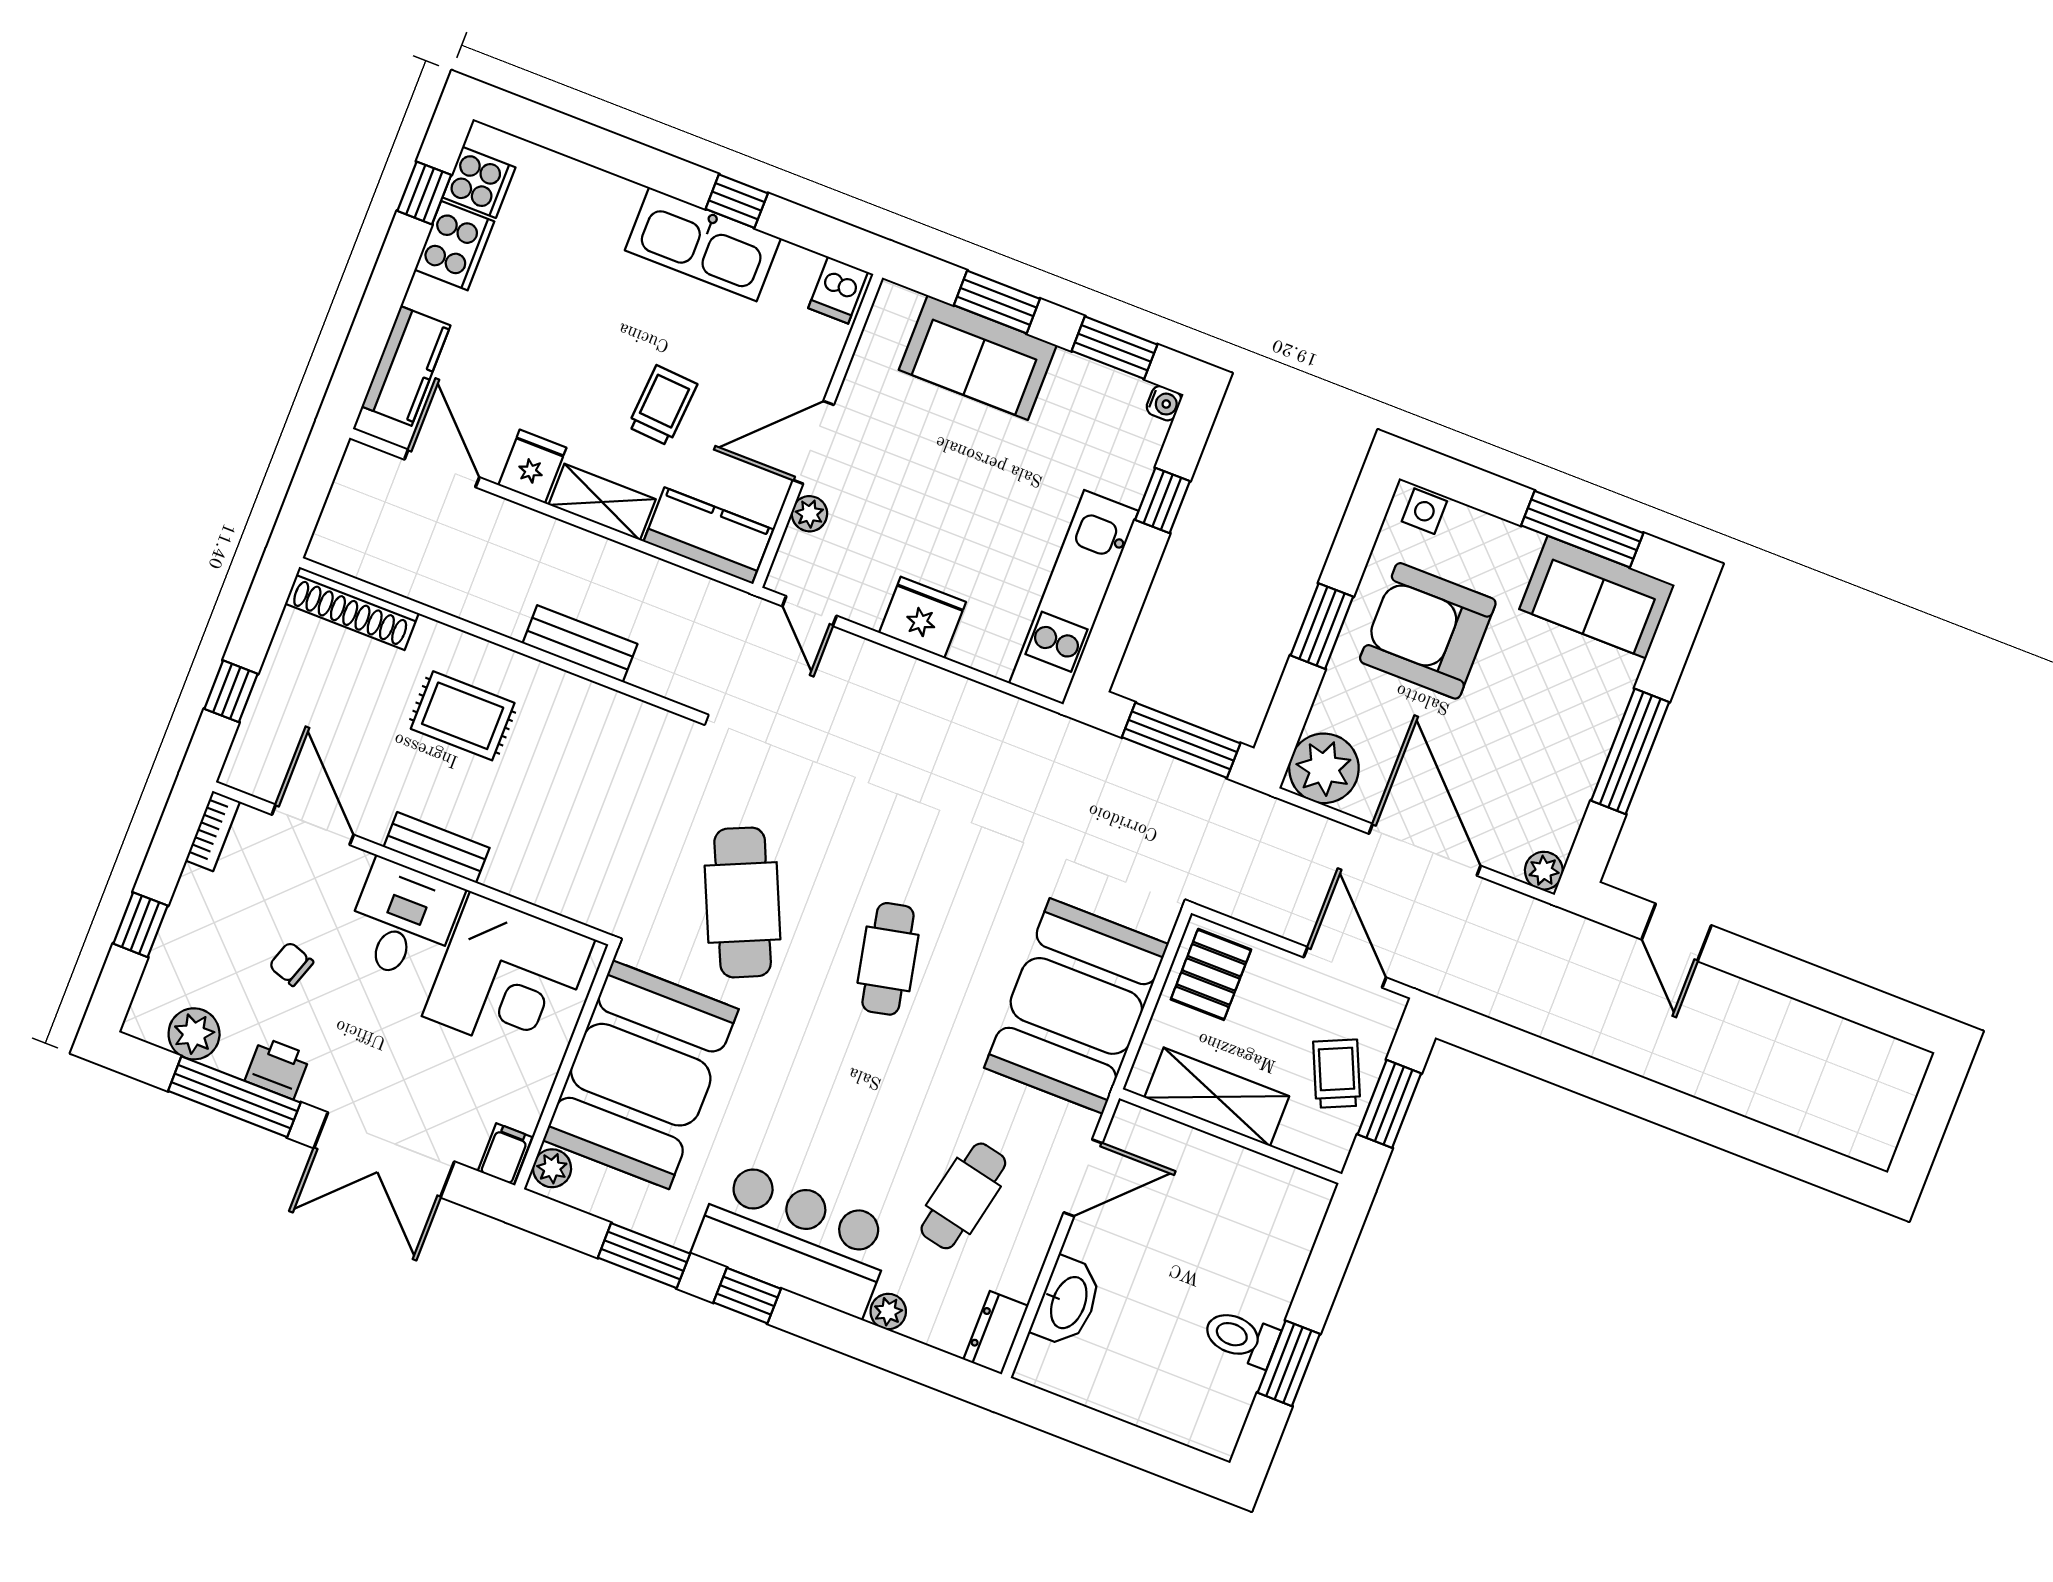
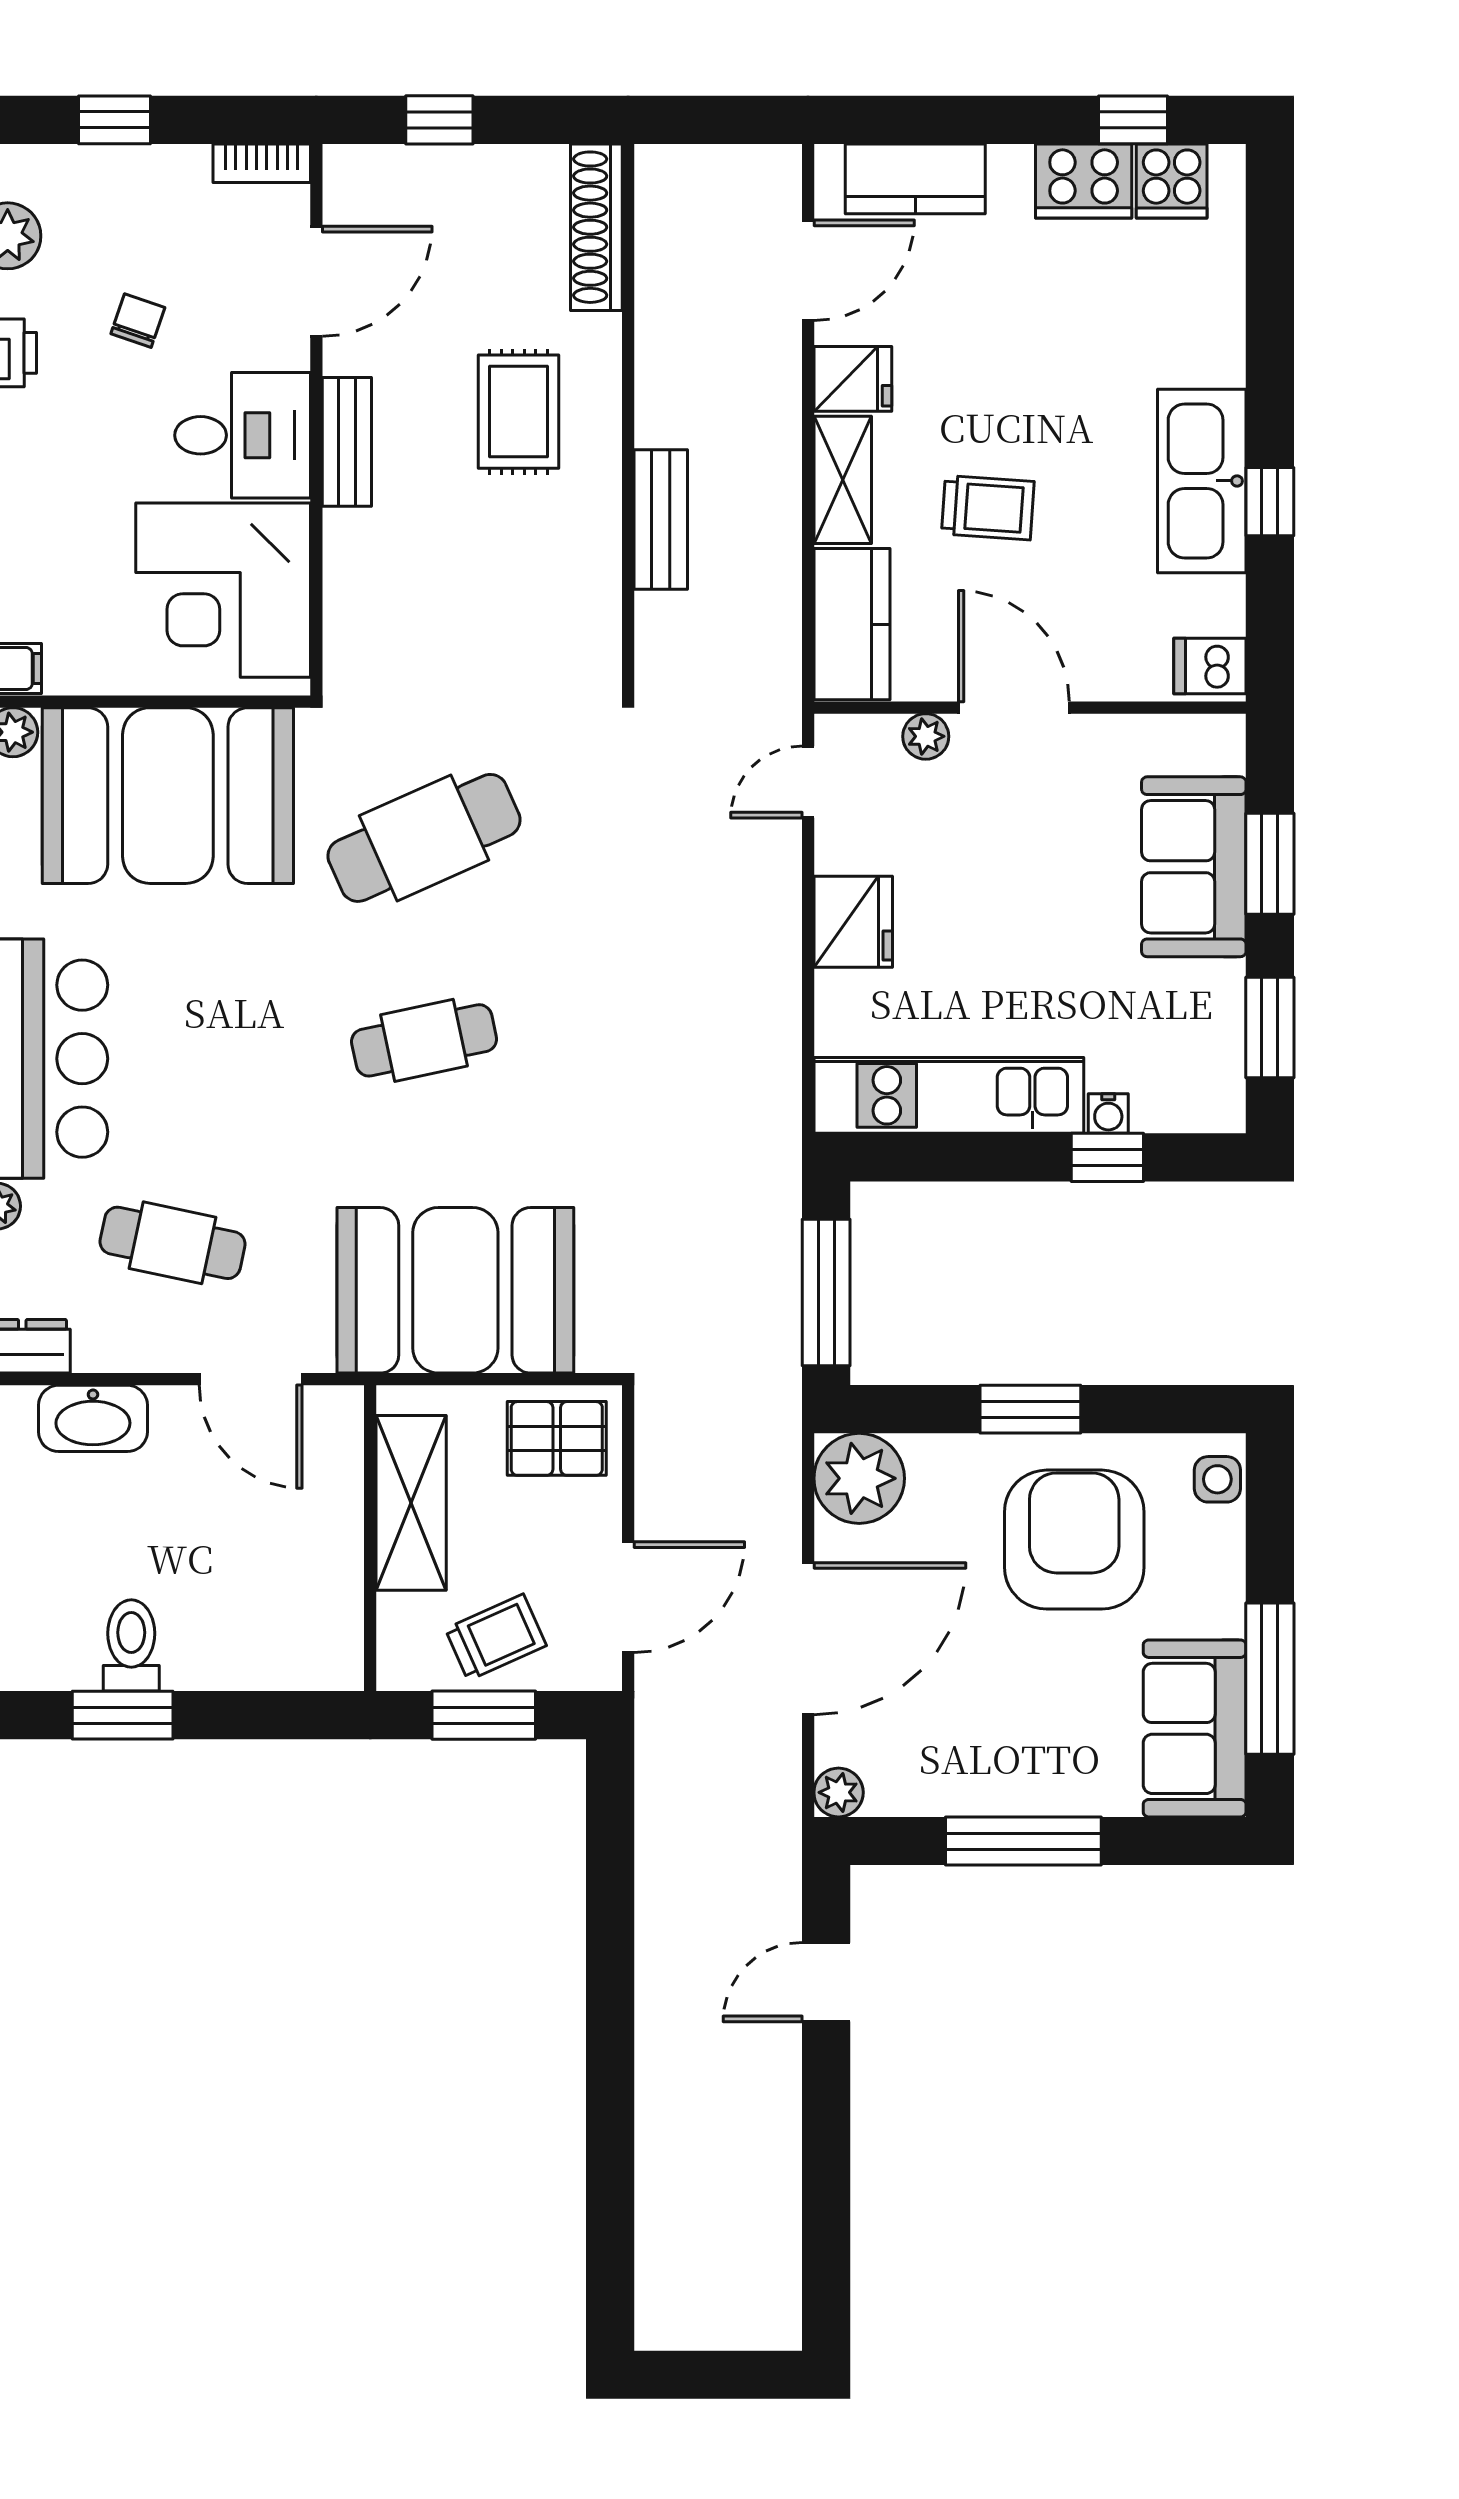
water cooler: (1164, 403) -> (1108, 1113), moved

